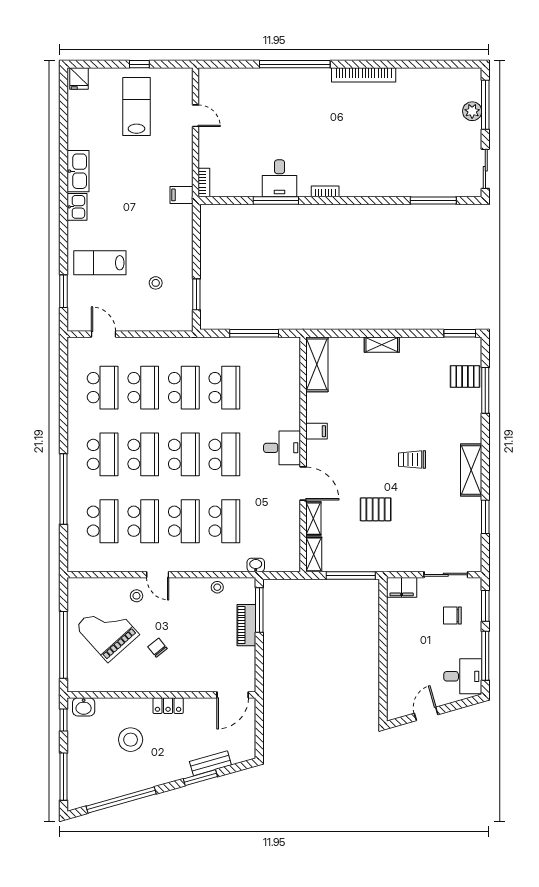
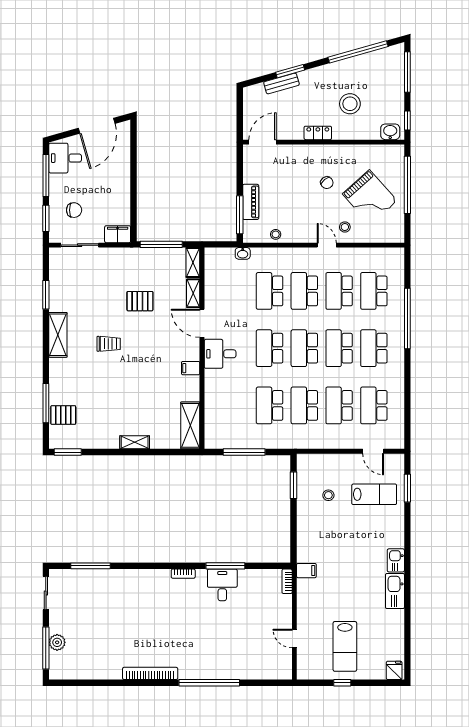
lab bench: (100, 263) -> (374, 494), moved
door: (426, 714) -> (97, 126), width x1.87

